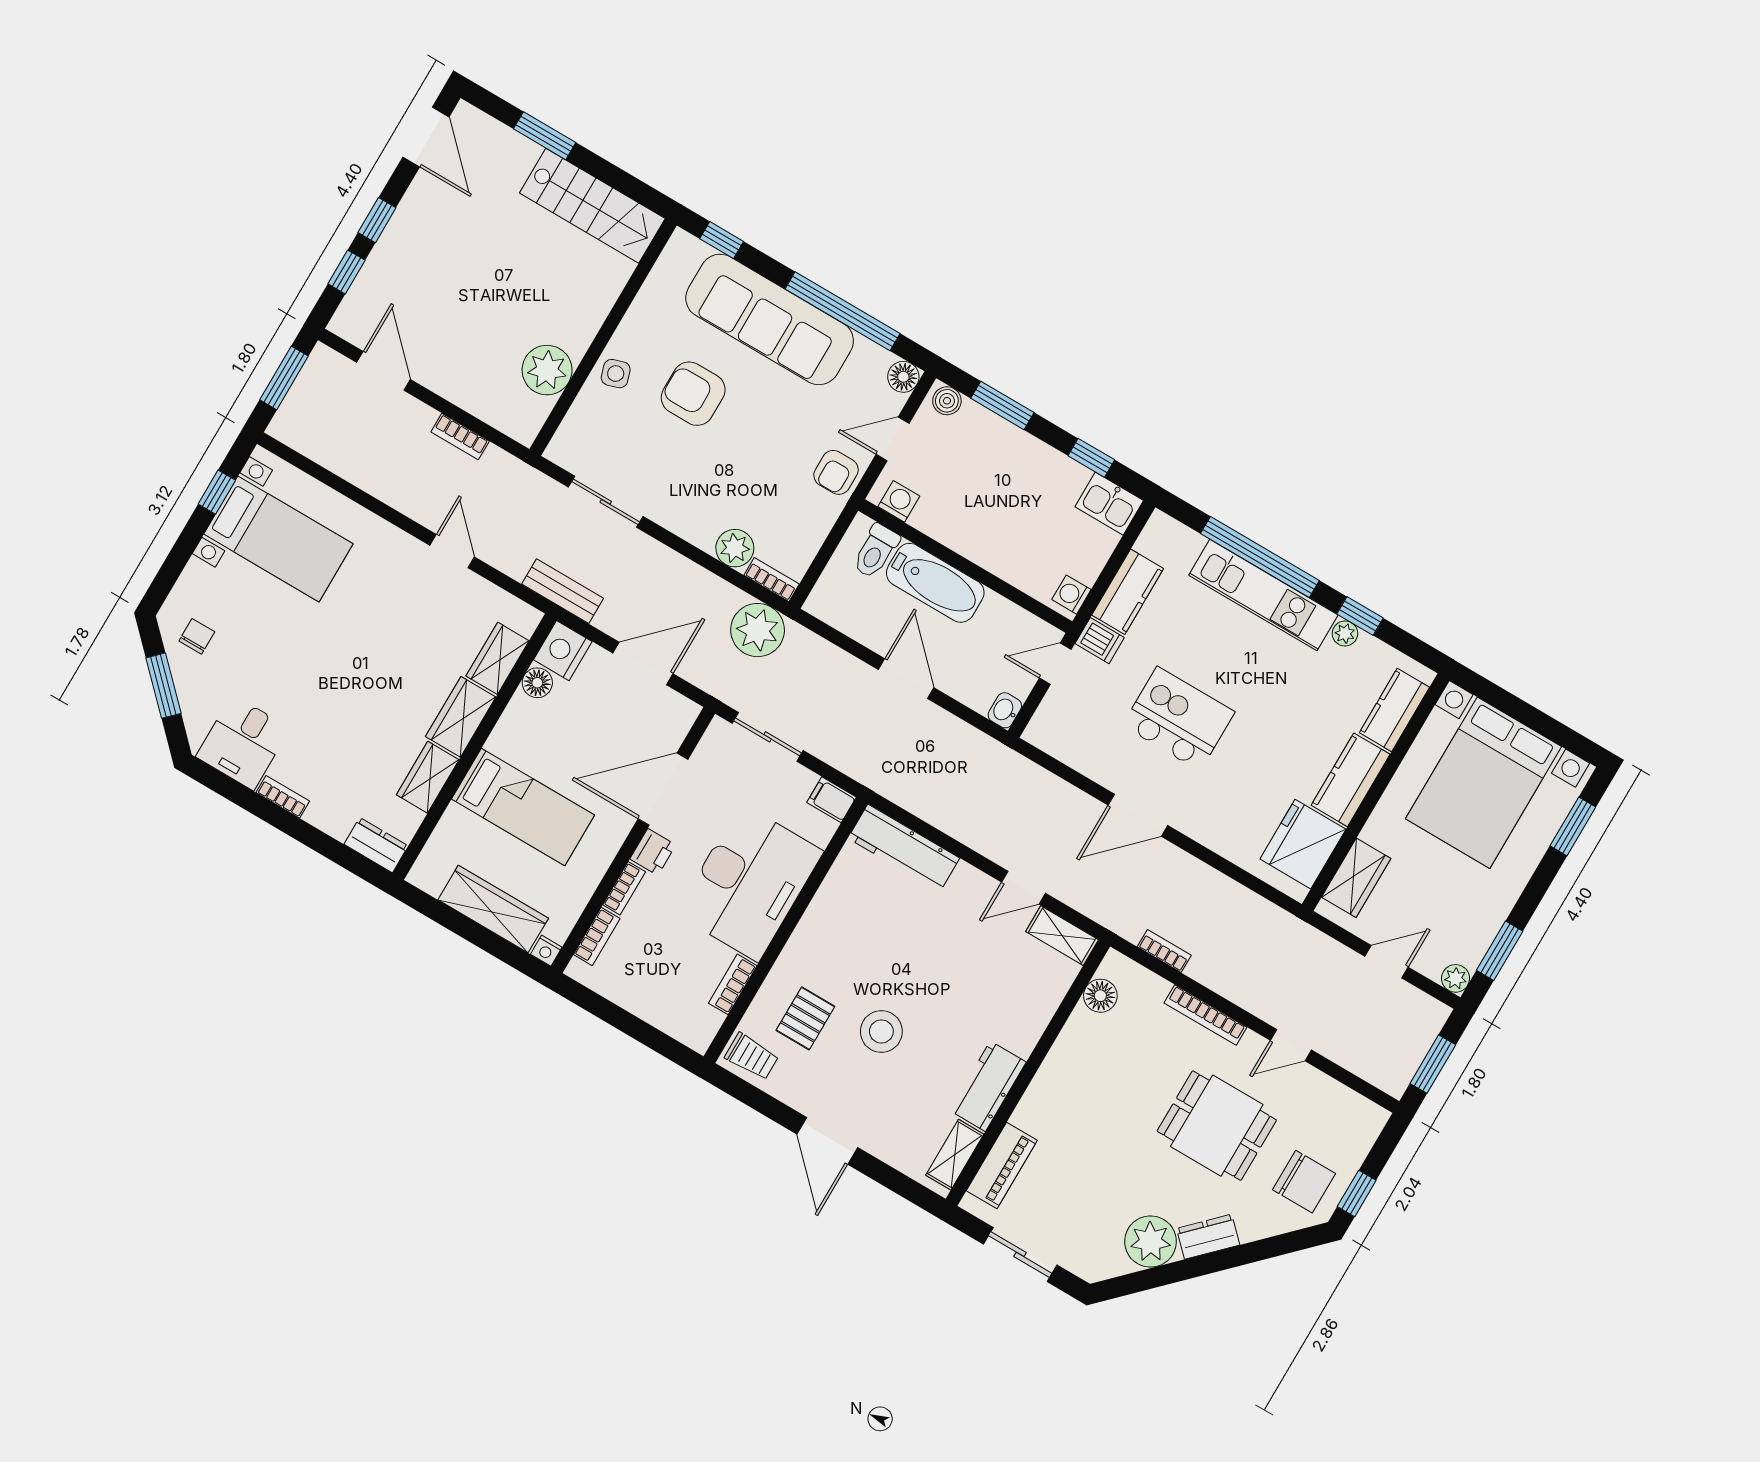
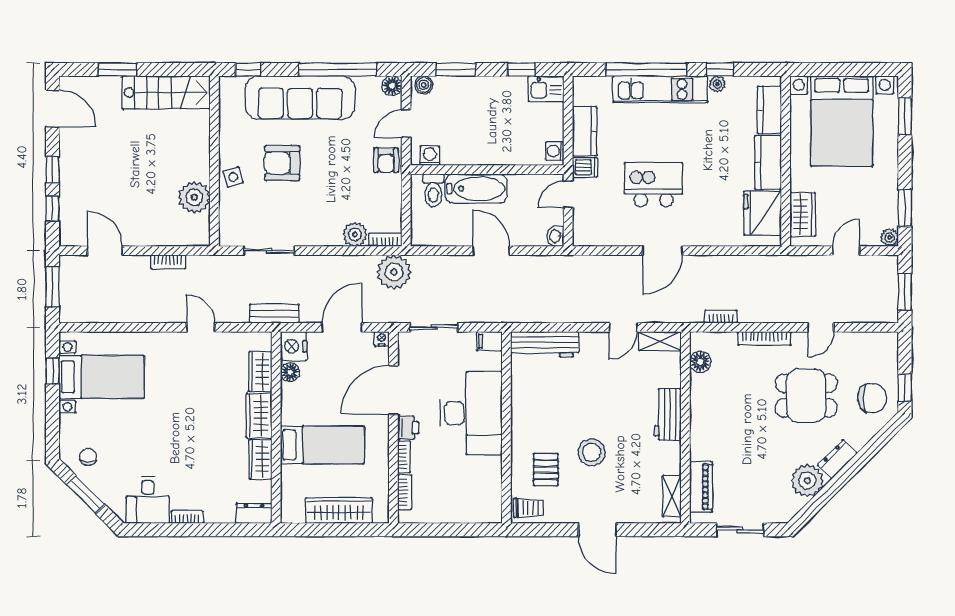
nightstand: (546, 951) -> (382, 339), moved, turned 180
bookcase: (733, 984) -> (495, 475), removed
workbench: (988, 1086) -> (668, 414), moved

